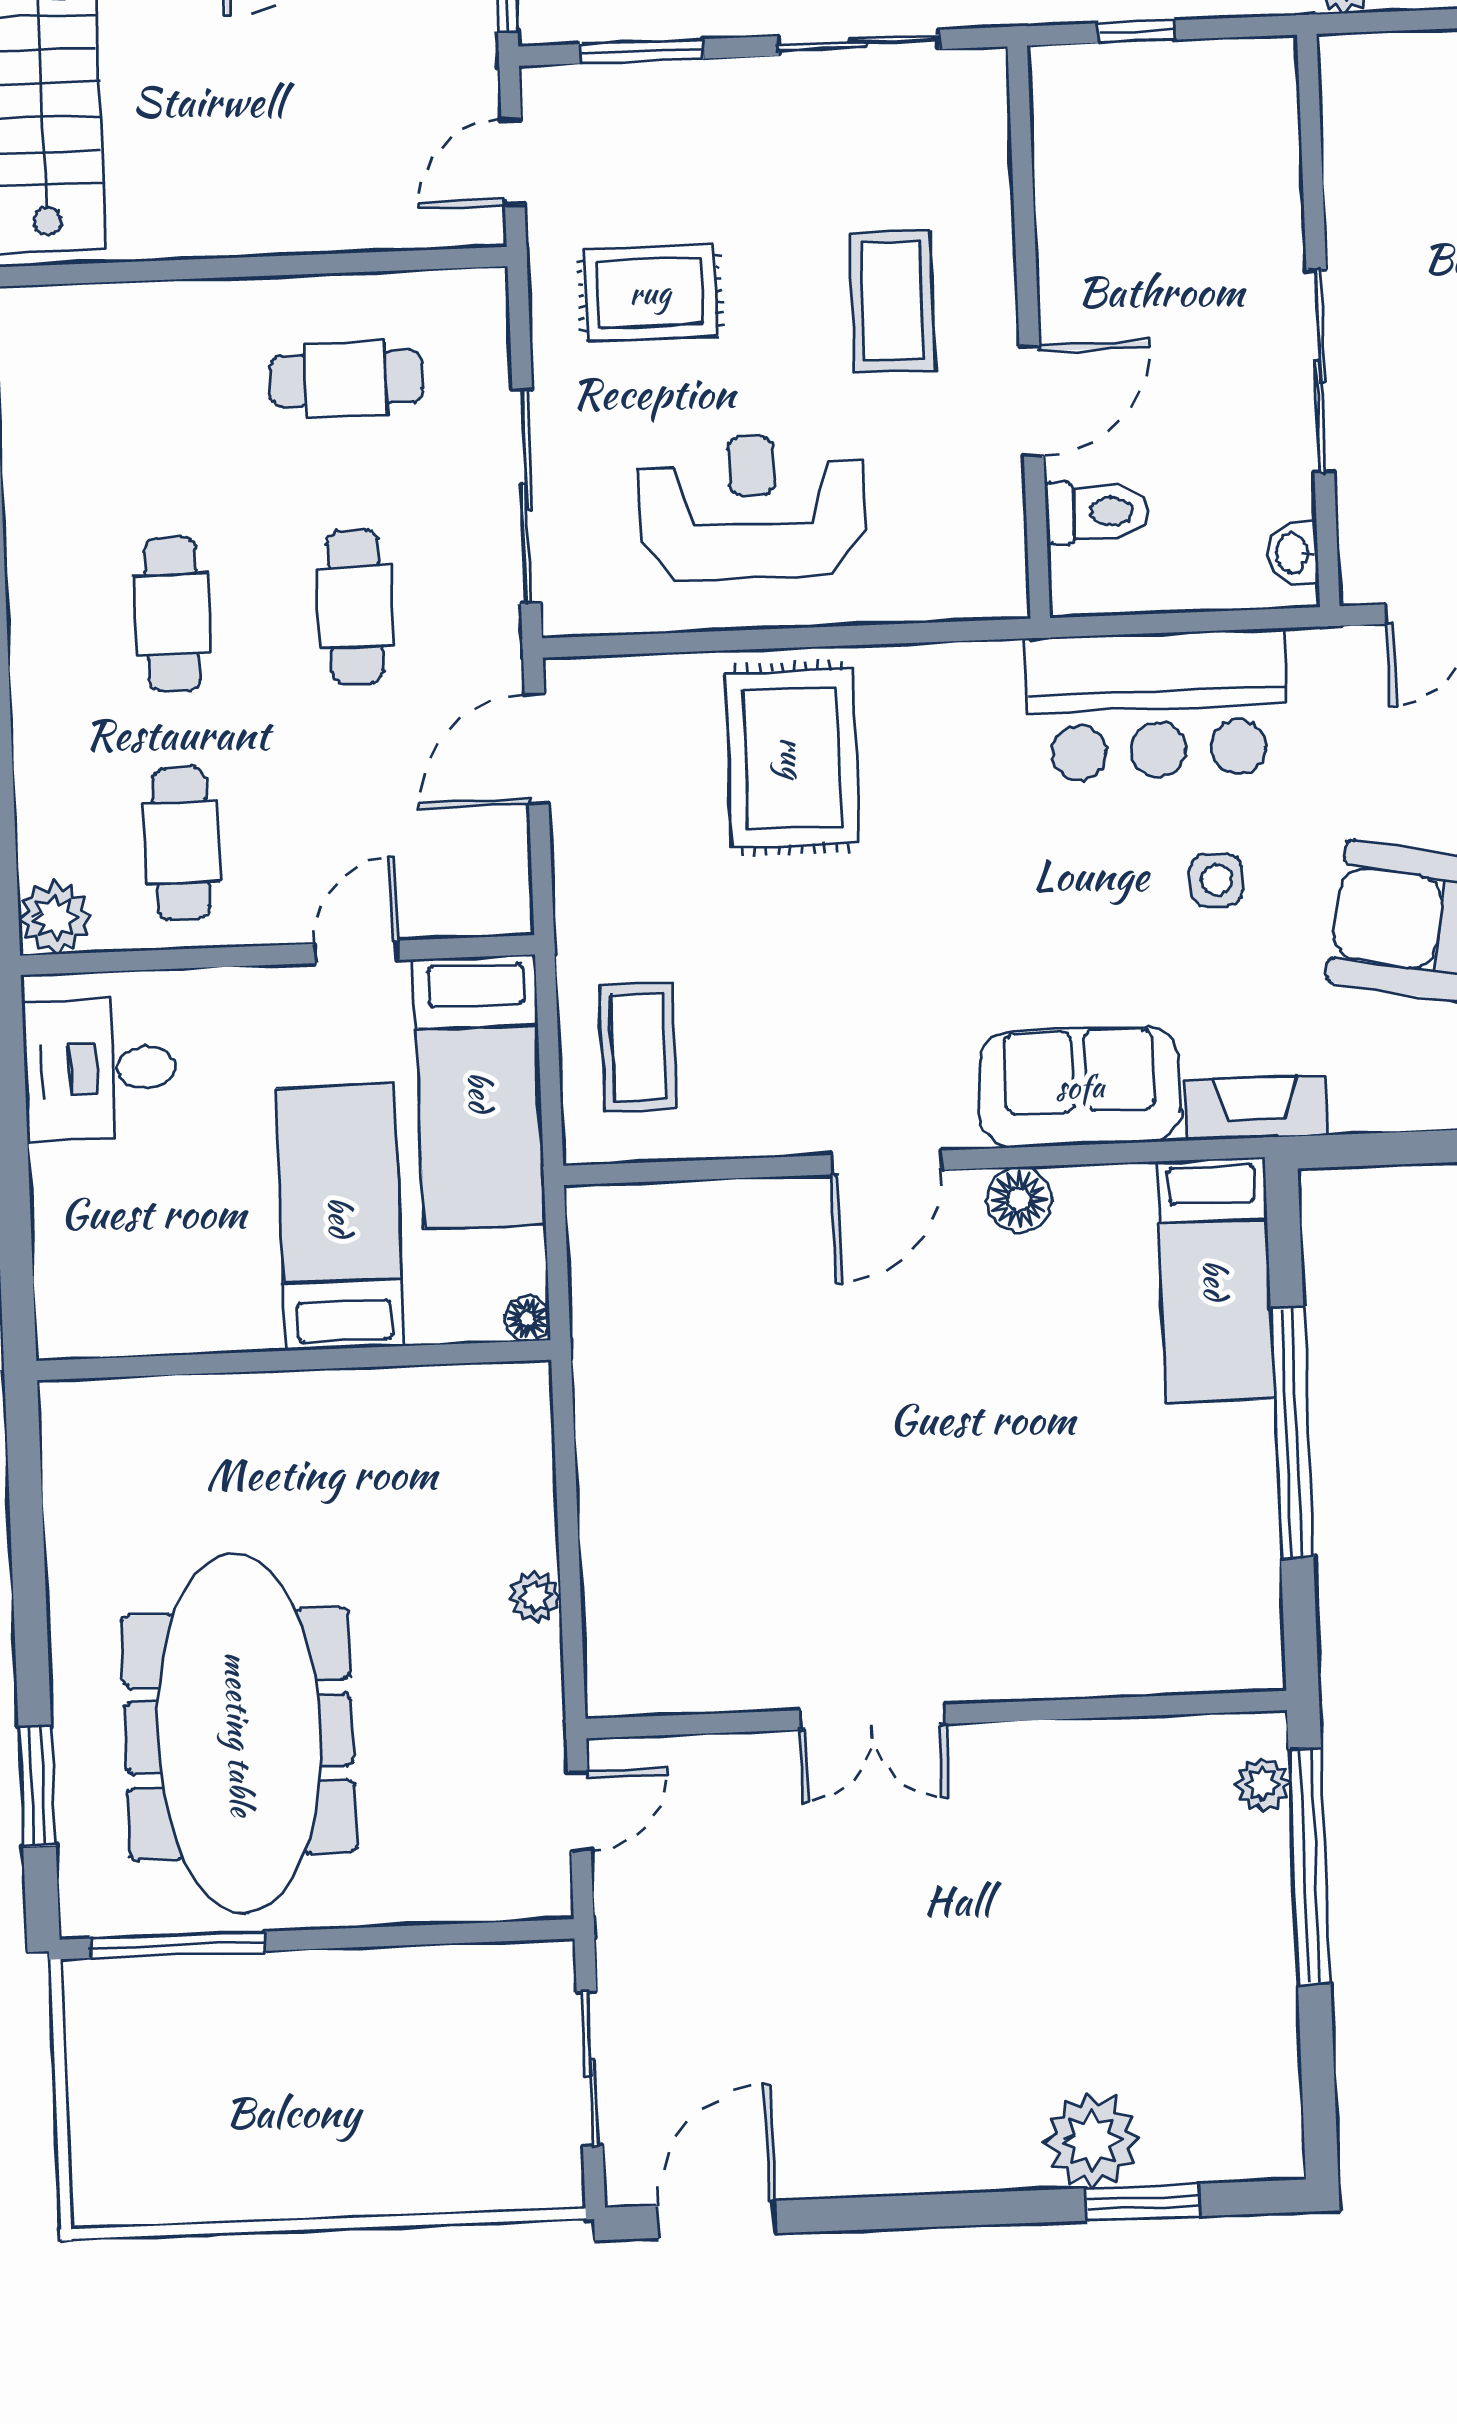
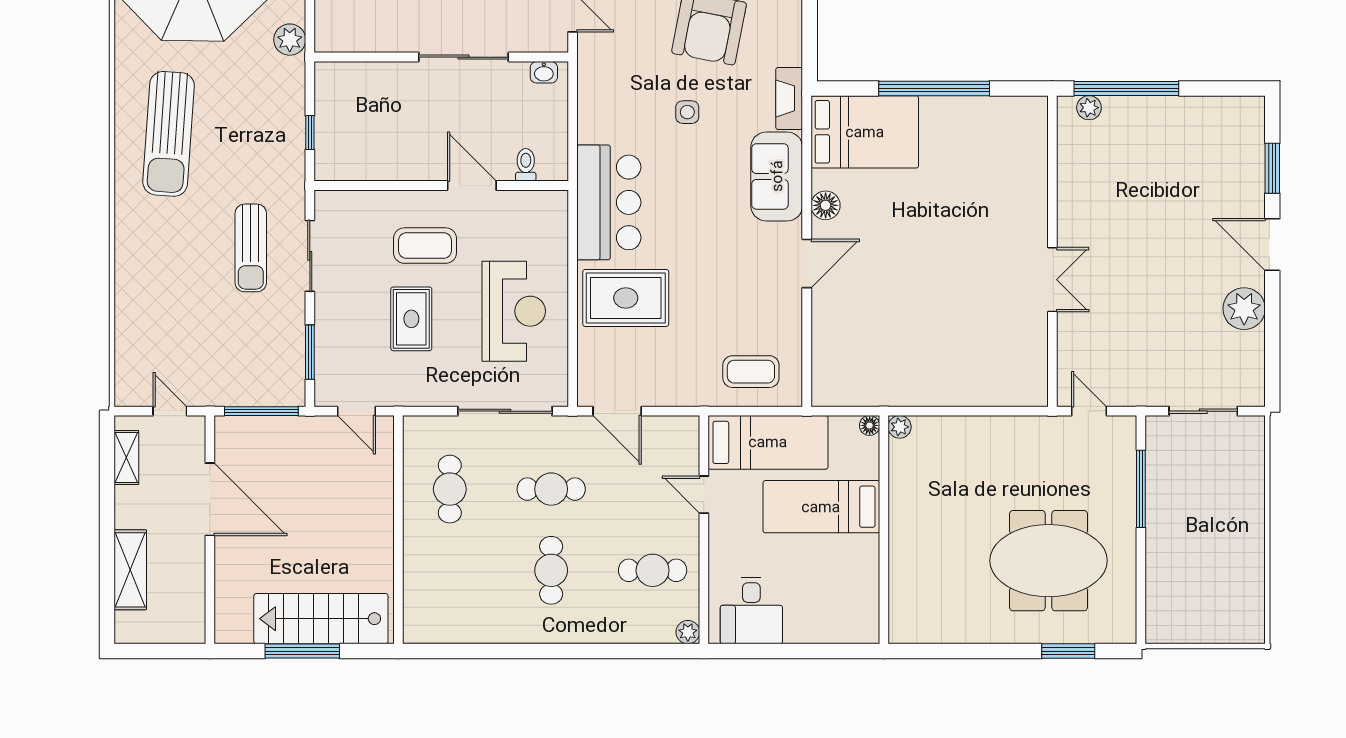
rug: (650, 293) -> (411, 319), moved
reception desk: (752, 507) -> (514, 311), turned 180
toilet: (1097, 512) -> (526, 165), width x0.73, depth x0.72
cafe table: (172, 615) -> (551, 570), turned 90
bar counter: (1157, 705) -> (609, 202), moved
plant: (55, 918) -> (688, 632), width x0.73, depth x0.73
door: (886, 1162) -> (807, 263), hinge flipped
bed: (1215, 1280) -> (865, 132), width x1.50
plant: (535, 1597) -> (900, 427), moved
meeting table: (239, 1734) -> (1049, 561), width x0.73
window: (178, 1945) -> (1141, 489), moved
plant: (1092, 2141) -> (1244, 309), moved
door: (717, 2219) -> (1272, 245), moved

